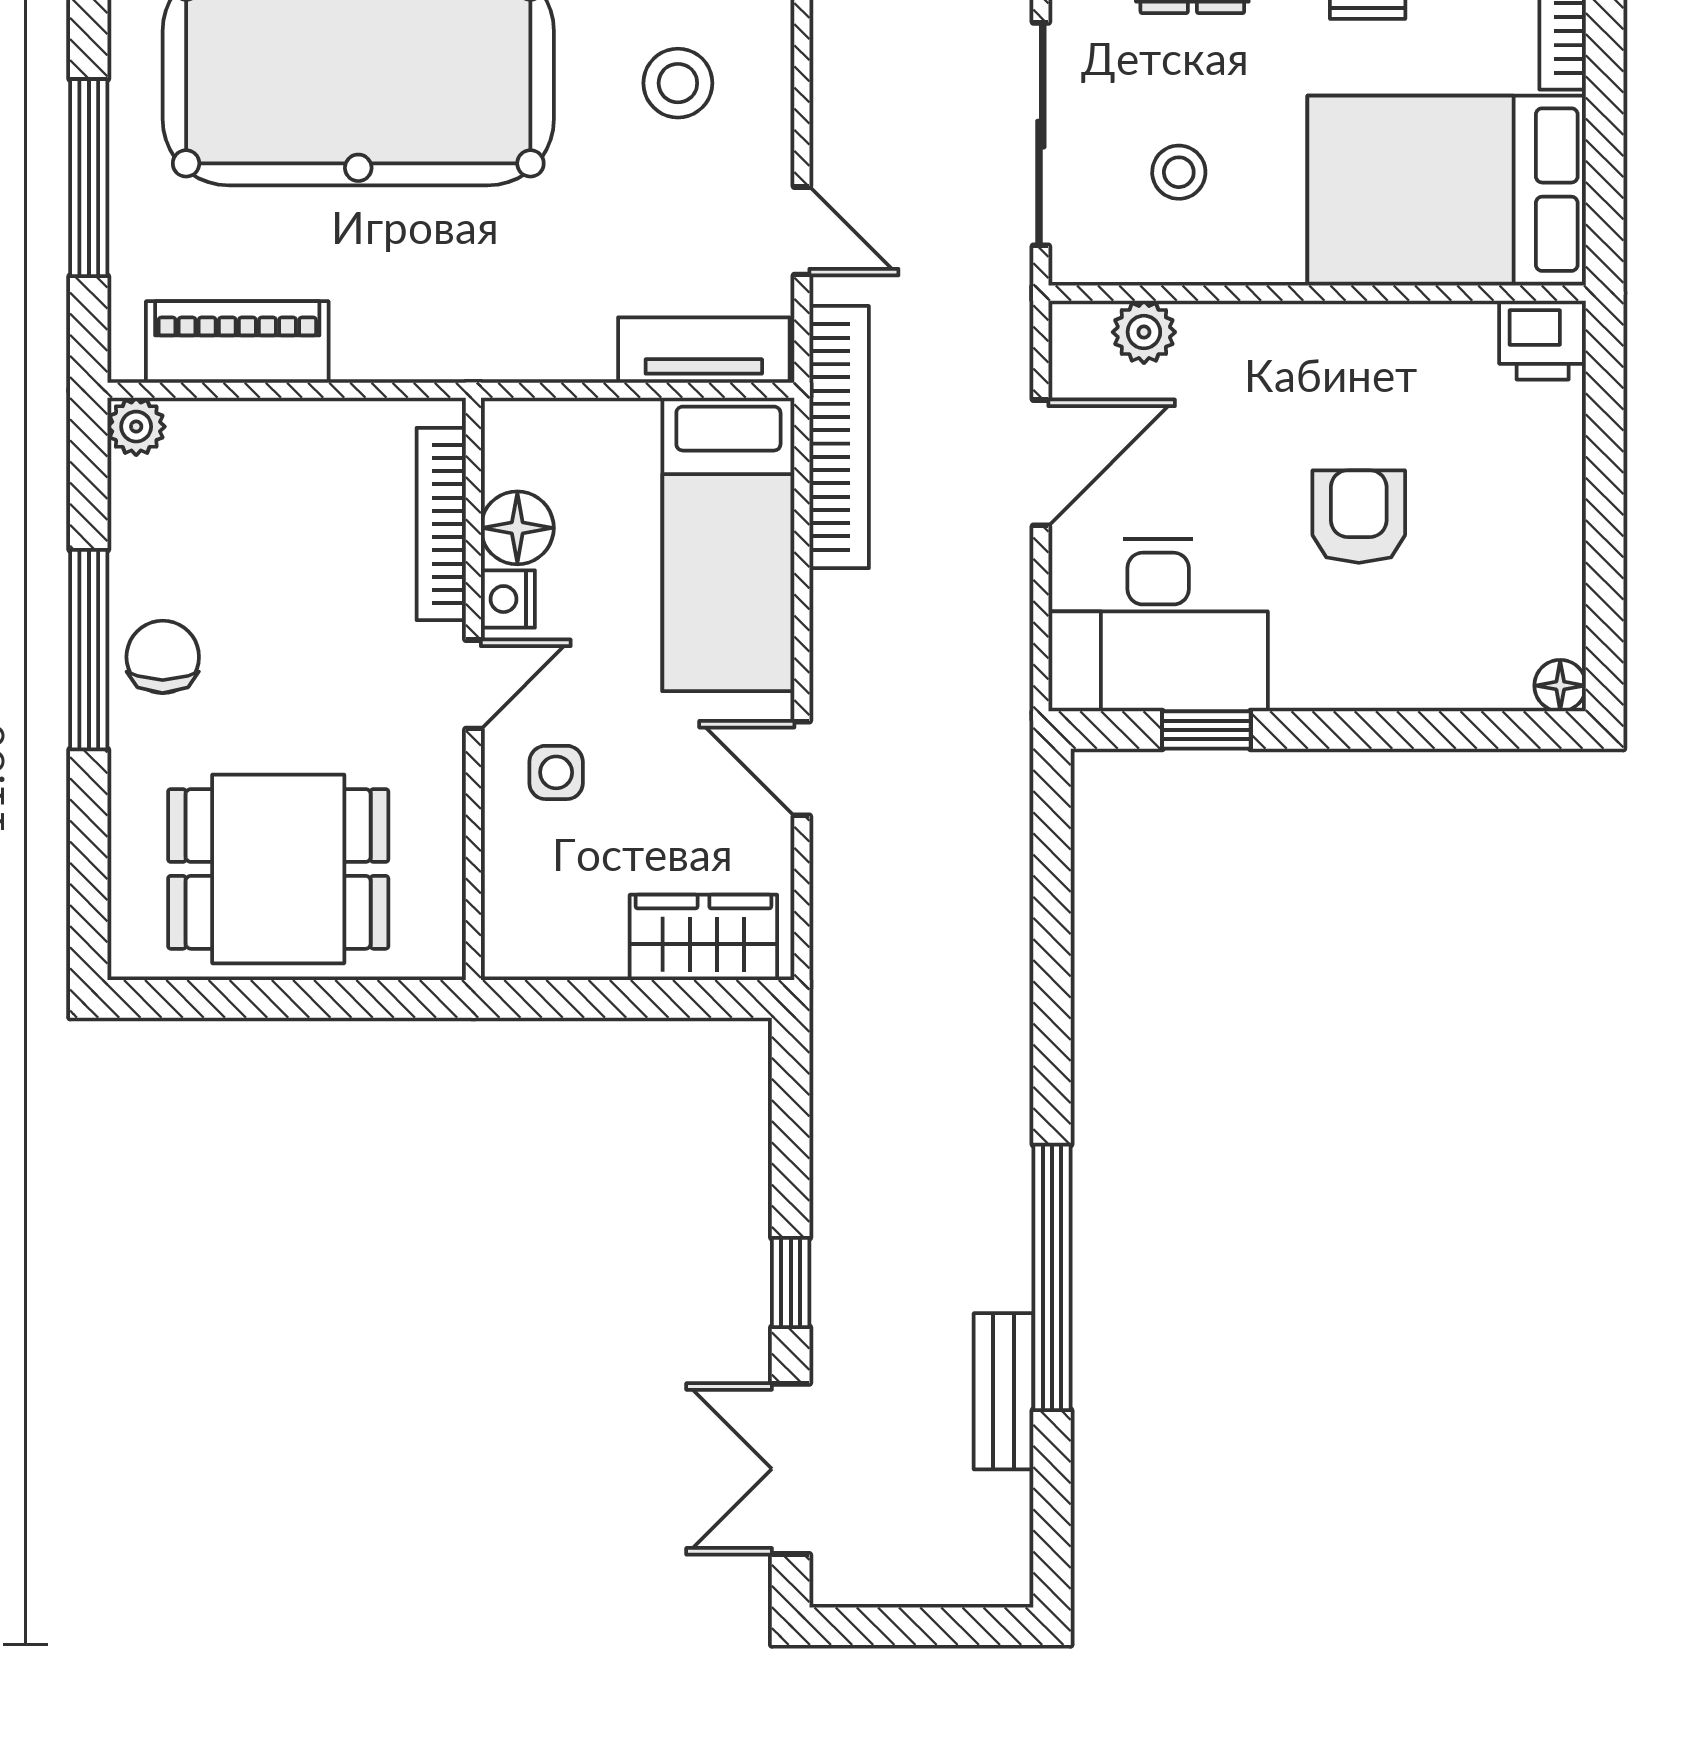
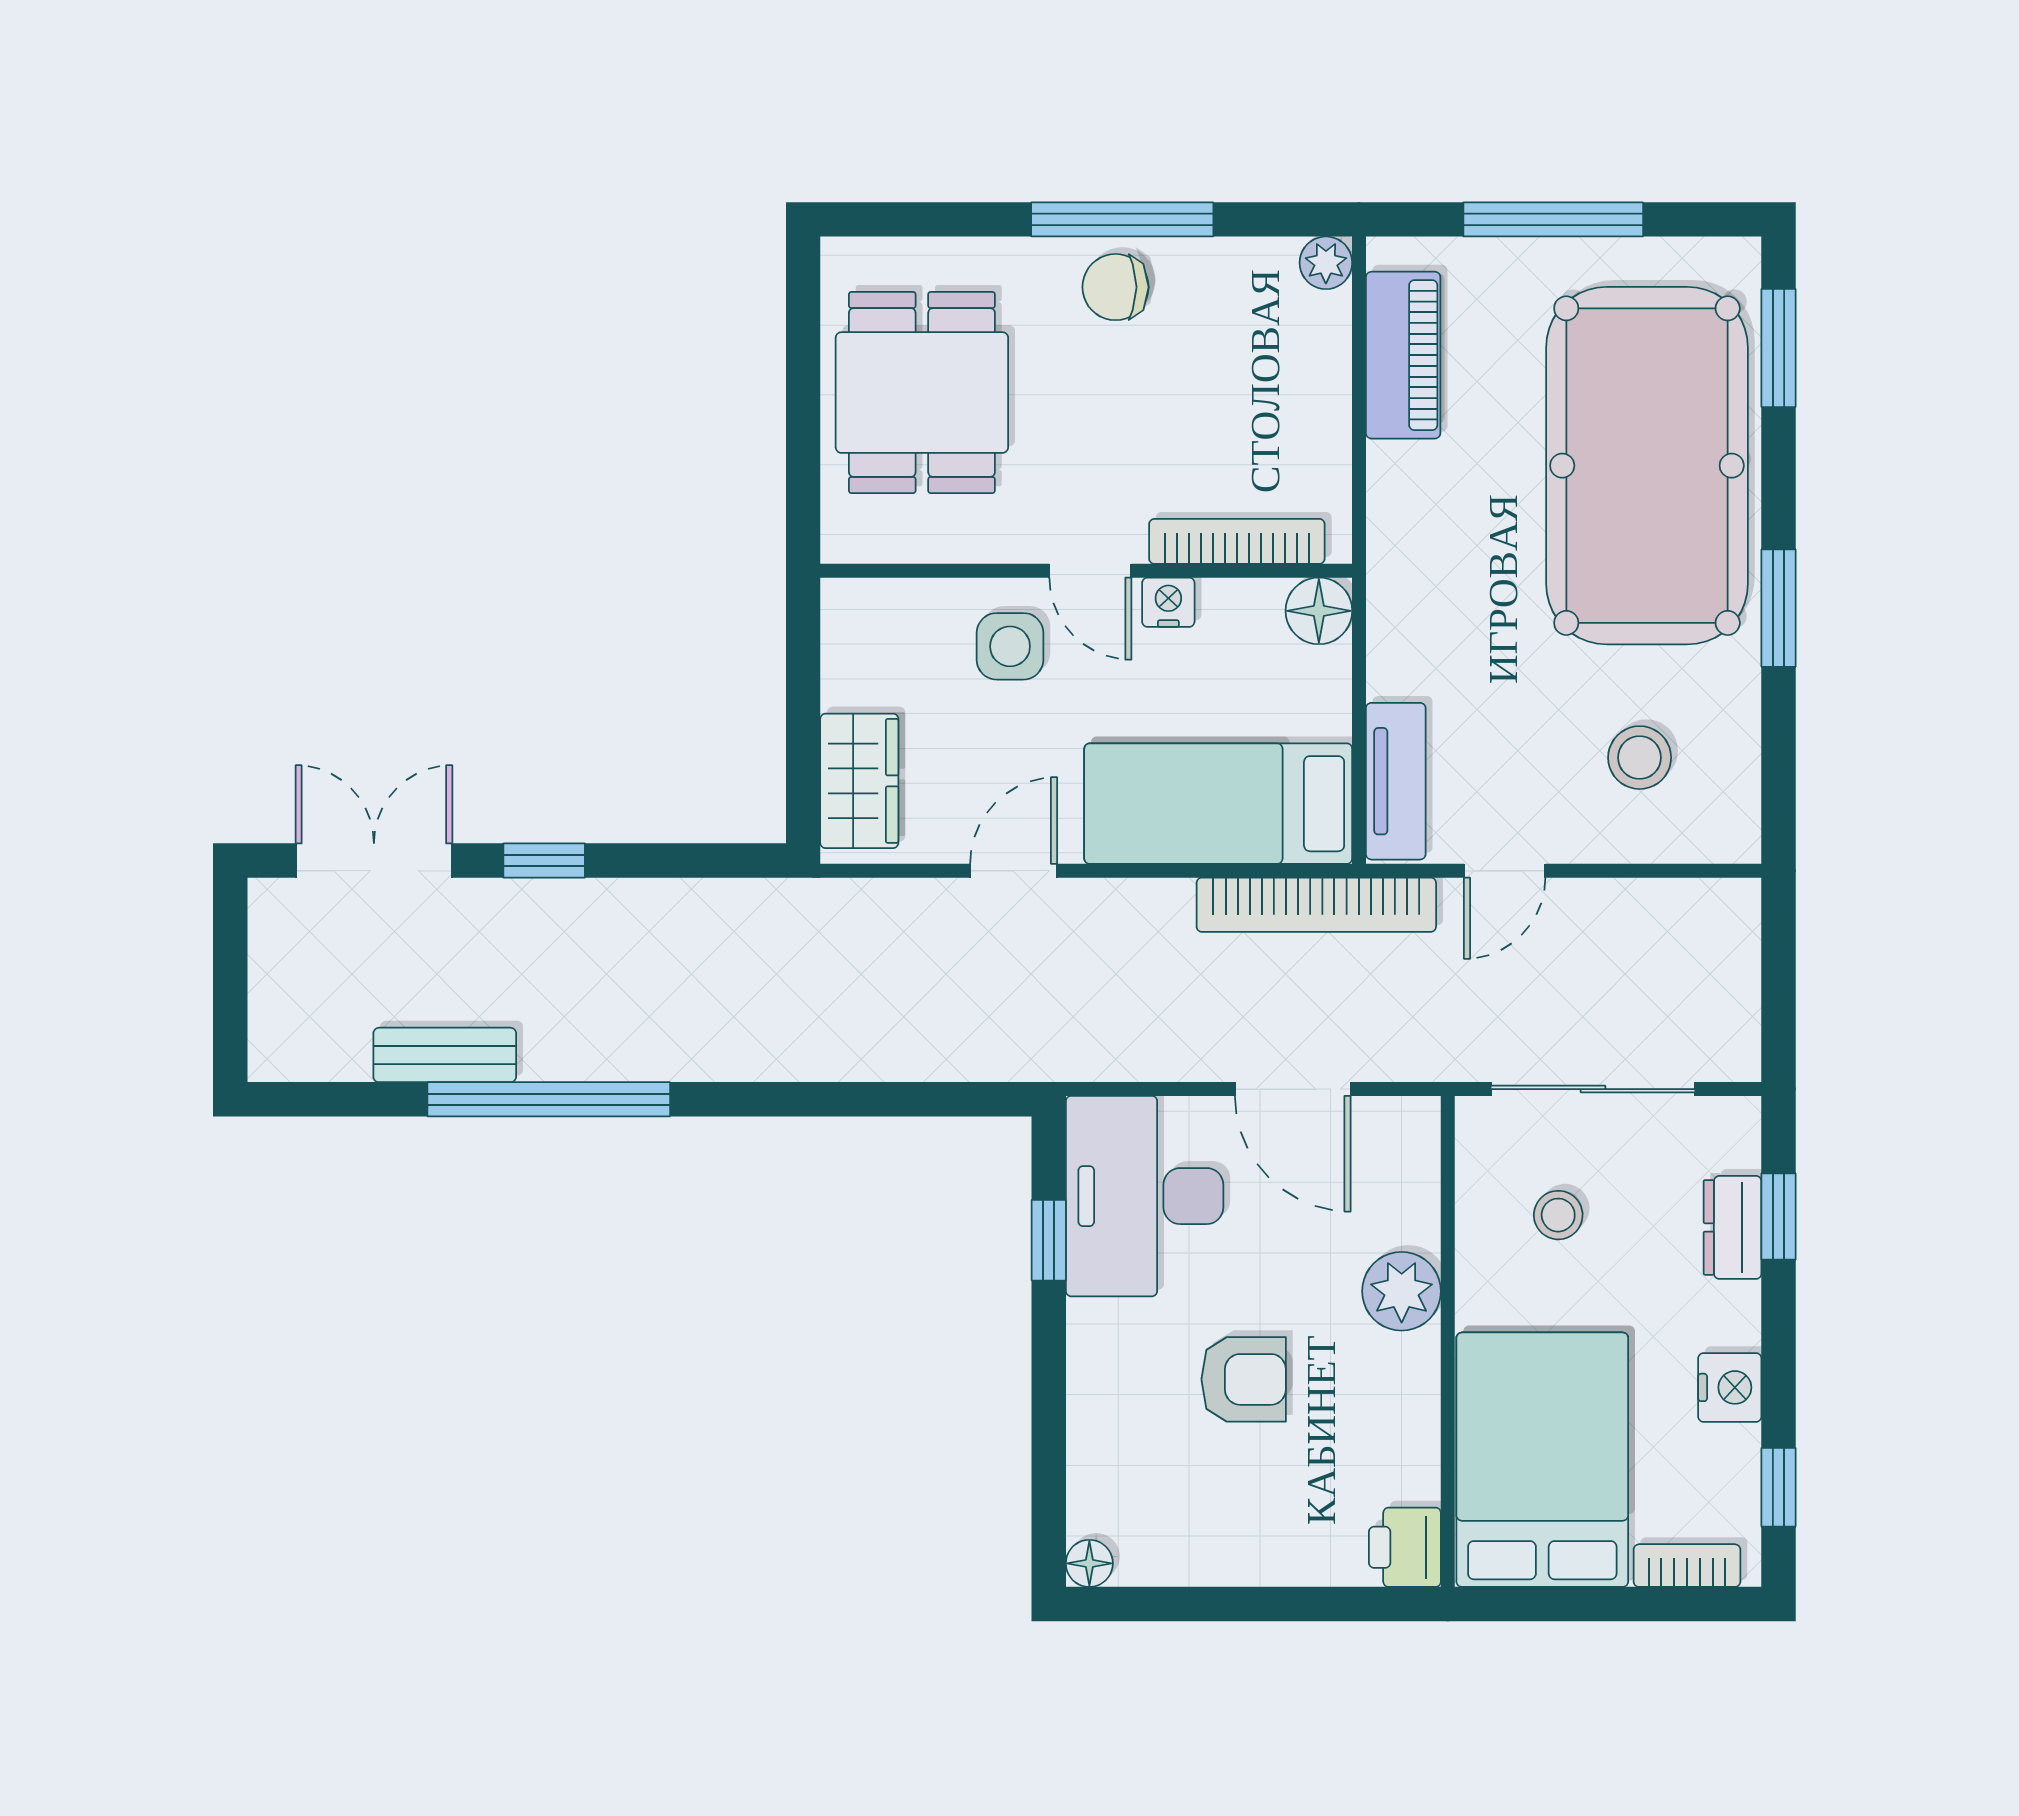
plant: (1144, 332) -> (1402, 1291), moved, width x1.38, depth x1.38
floor lamp: (517, 528) -> (1319, 611), moved
chair: (163, 657) -> (1116, 287), turned 180
side table: (556, 772) -> (1010, 646), width x1.37, depth x1.37

